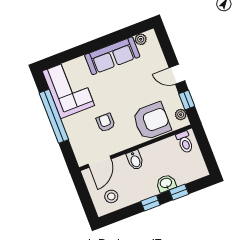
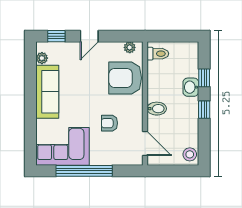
window: (187, 100) -> (56, 36), moved
armchair: (152, 121) -> (125, 78), turned -90
stool: (111, 196) -> (190, 154), moved

